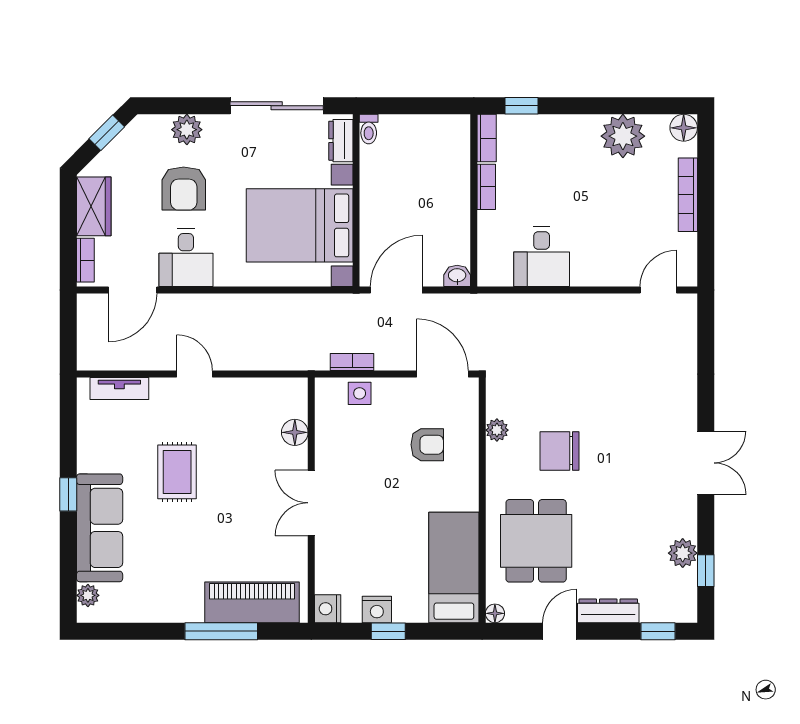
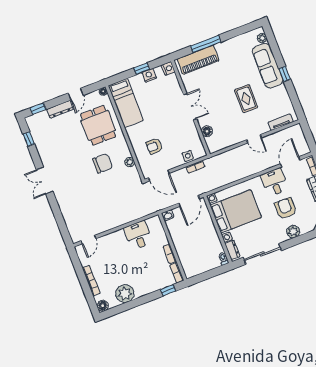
plant: (683, 553) -> (40, 142), removed

